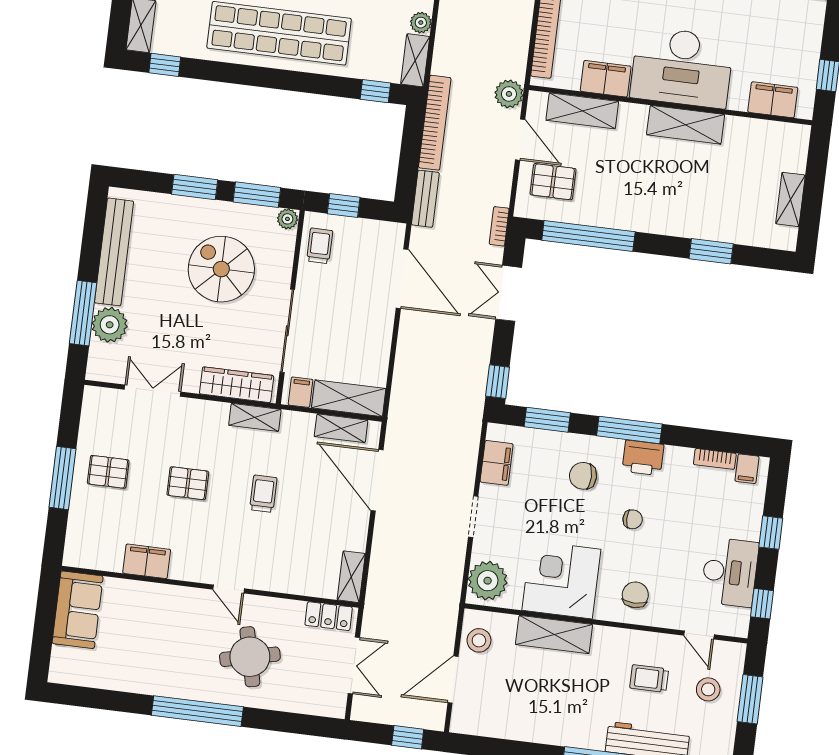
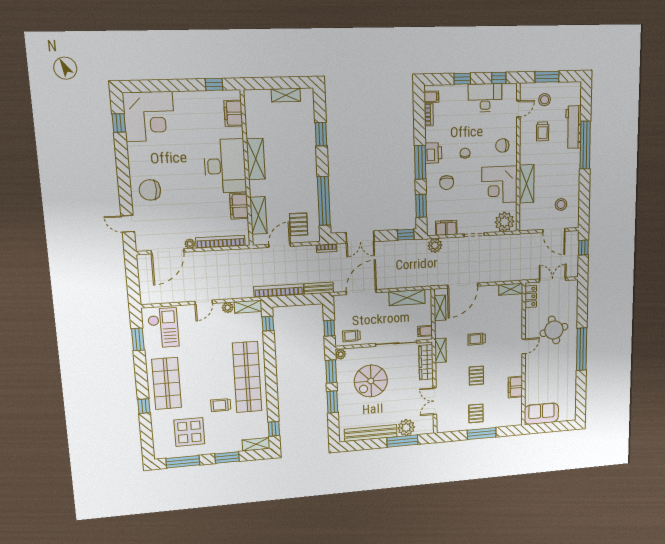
plant: (509, 94) -> (435, 245), moved
shelving: (349, 398) -> (407, 298), moved, turned 90
stool: (479, 640) -> (561, 204), moved

